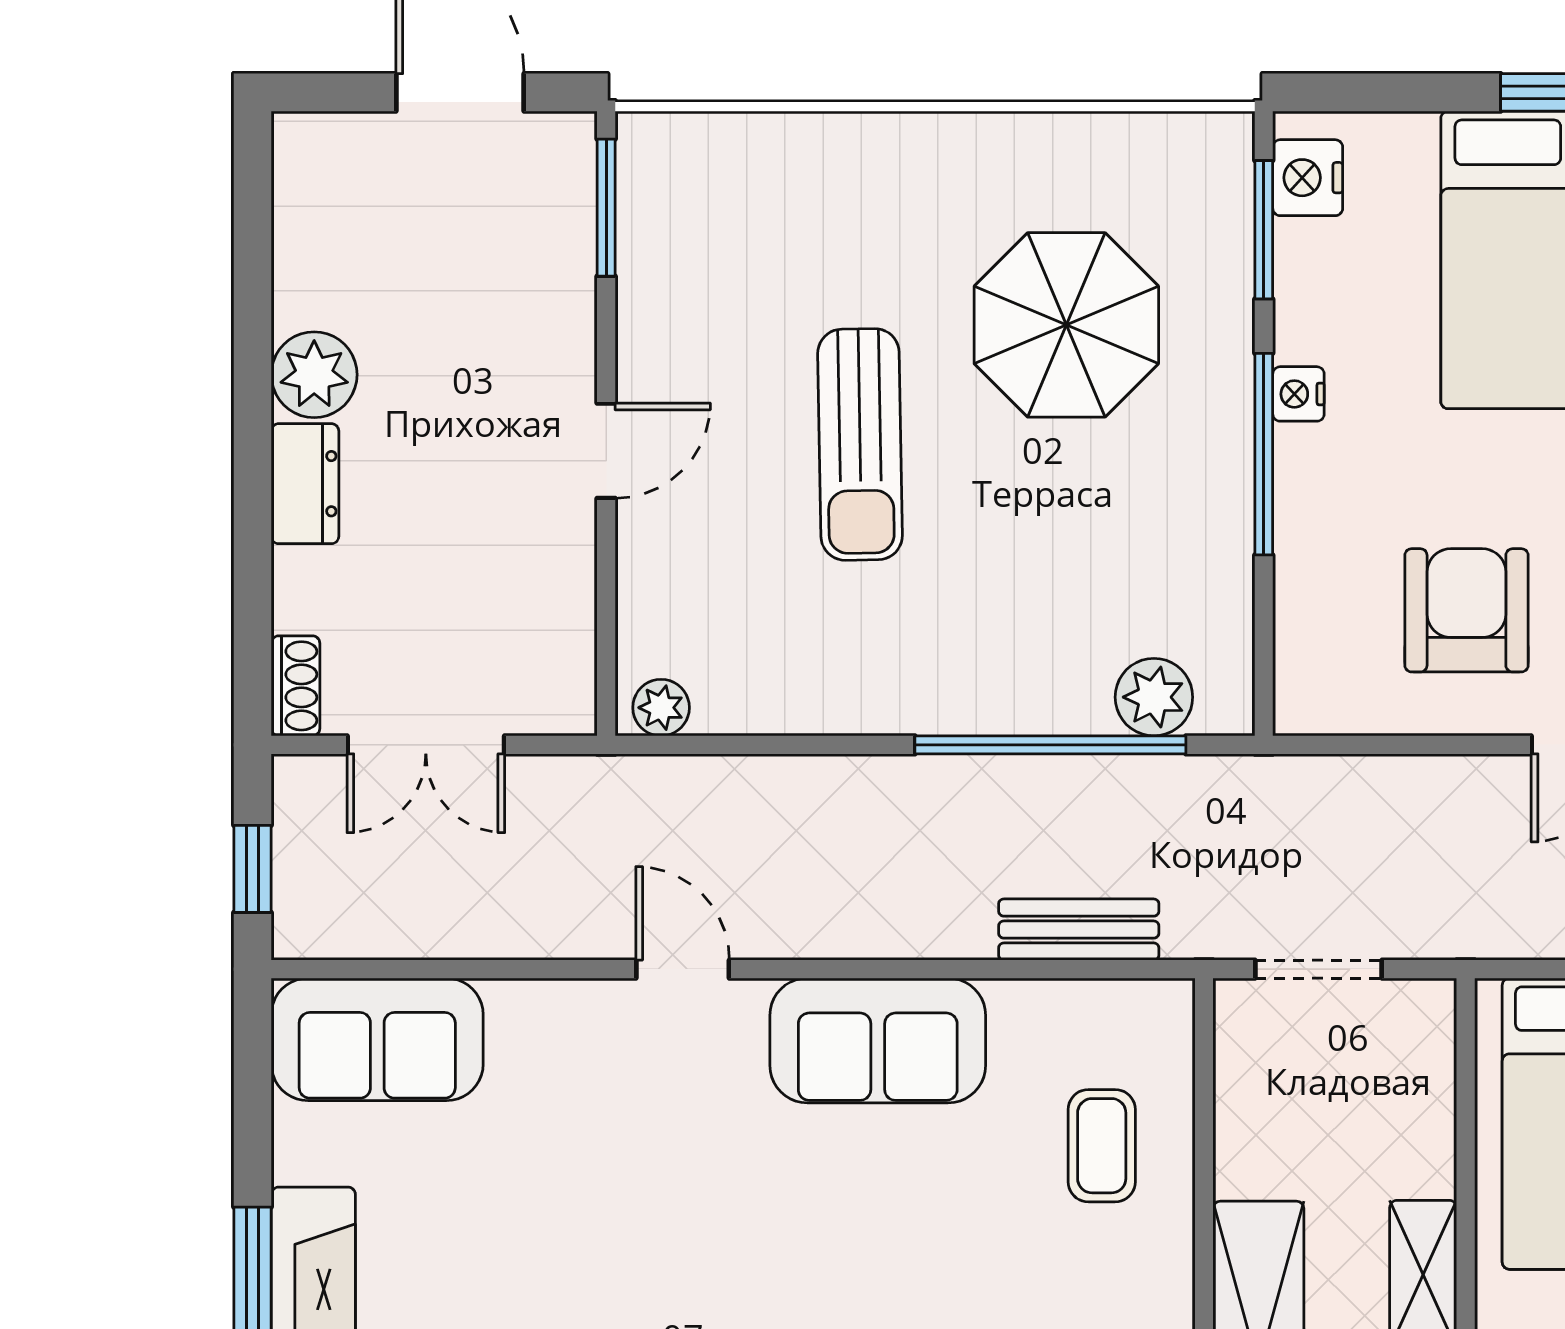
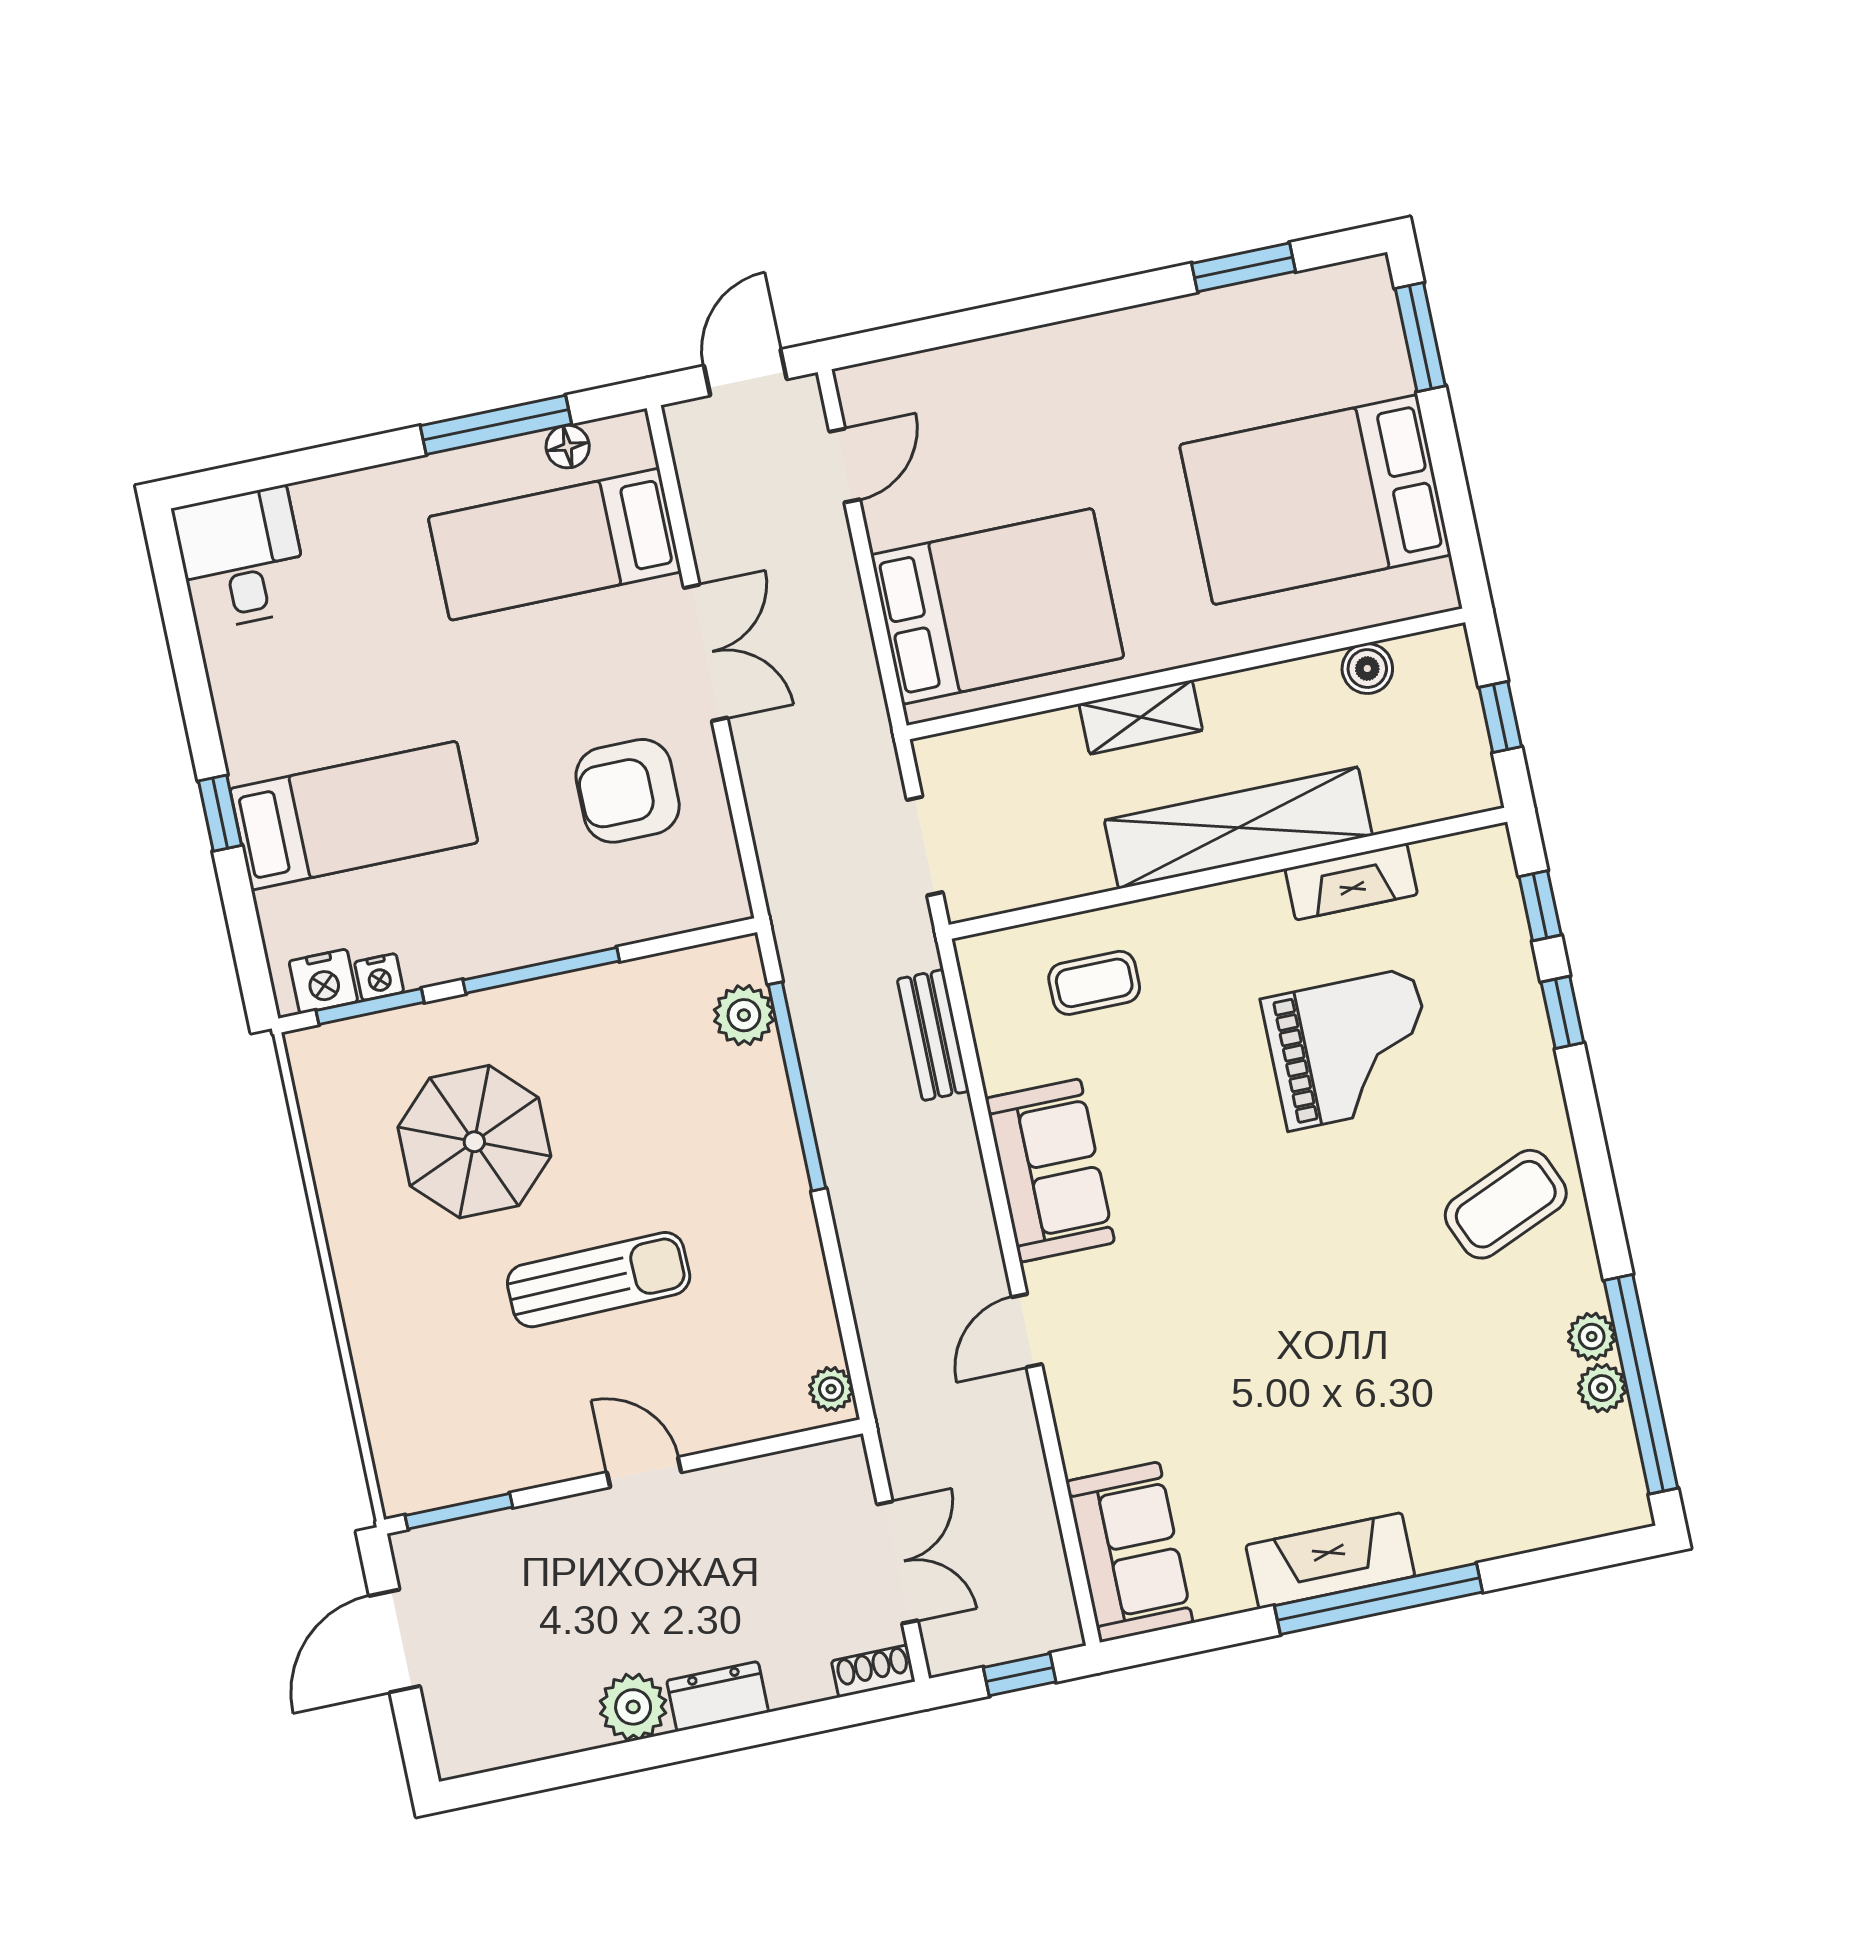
nightstand: (1298, 394) -> (379, 977), moved

